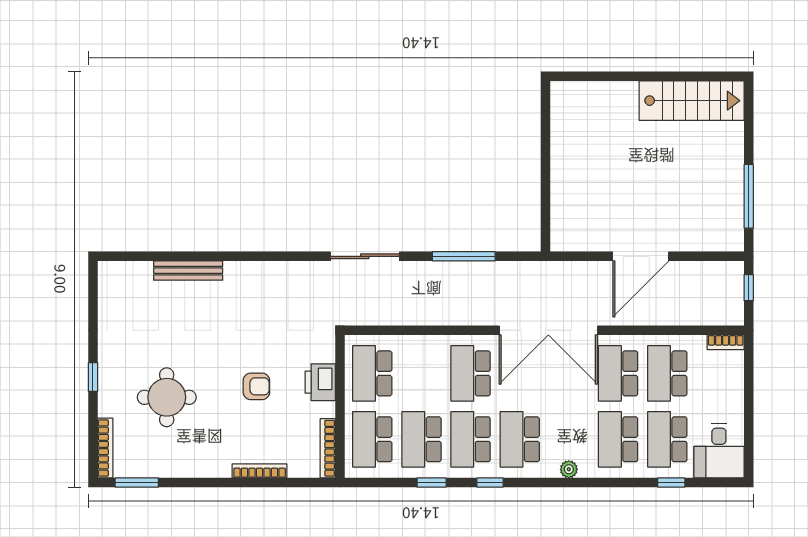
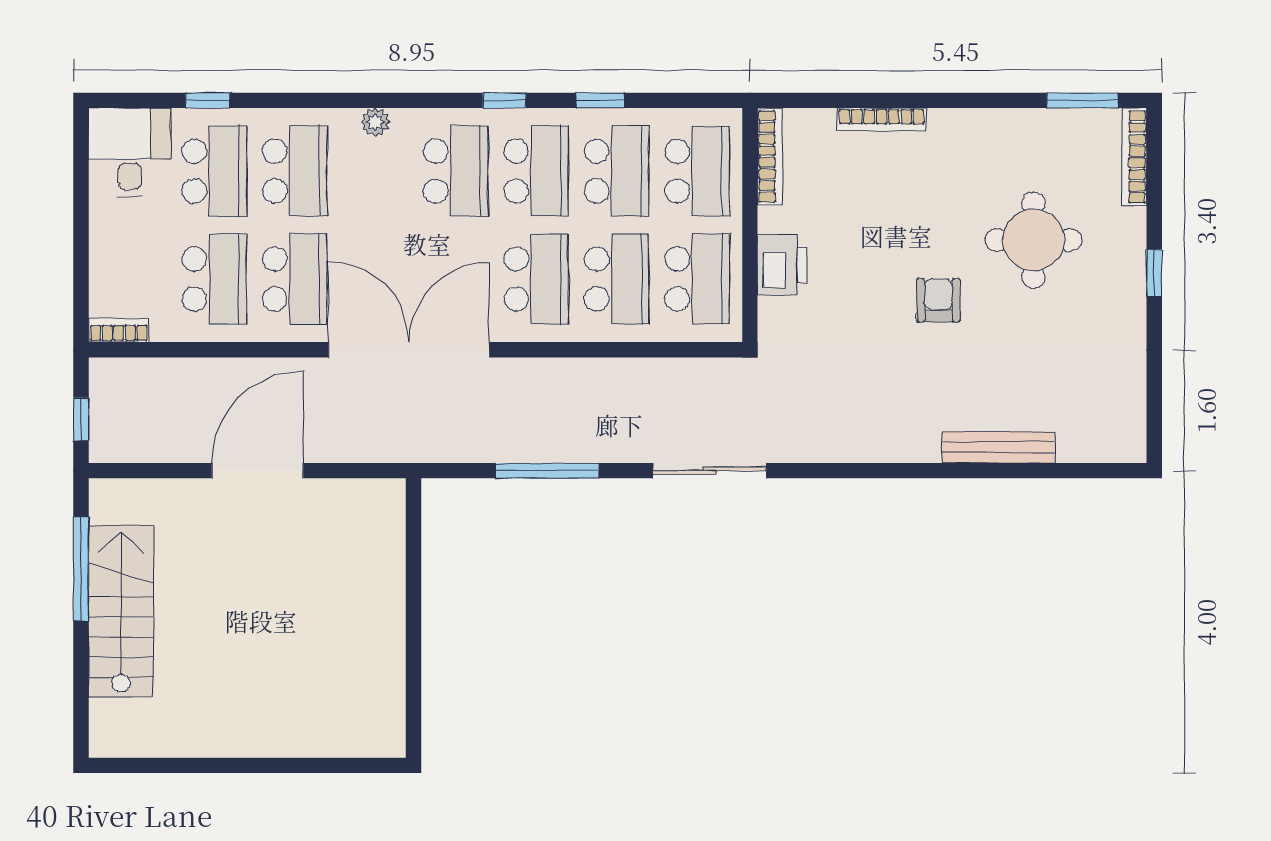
stairs: (692, 101) -> (121, 611), moved, turned 90
school desk: (421, 373) -> (617, 279), added
armchair: (256, 386) -> (938, 300), moved, turned 90

